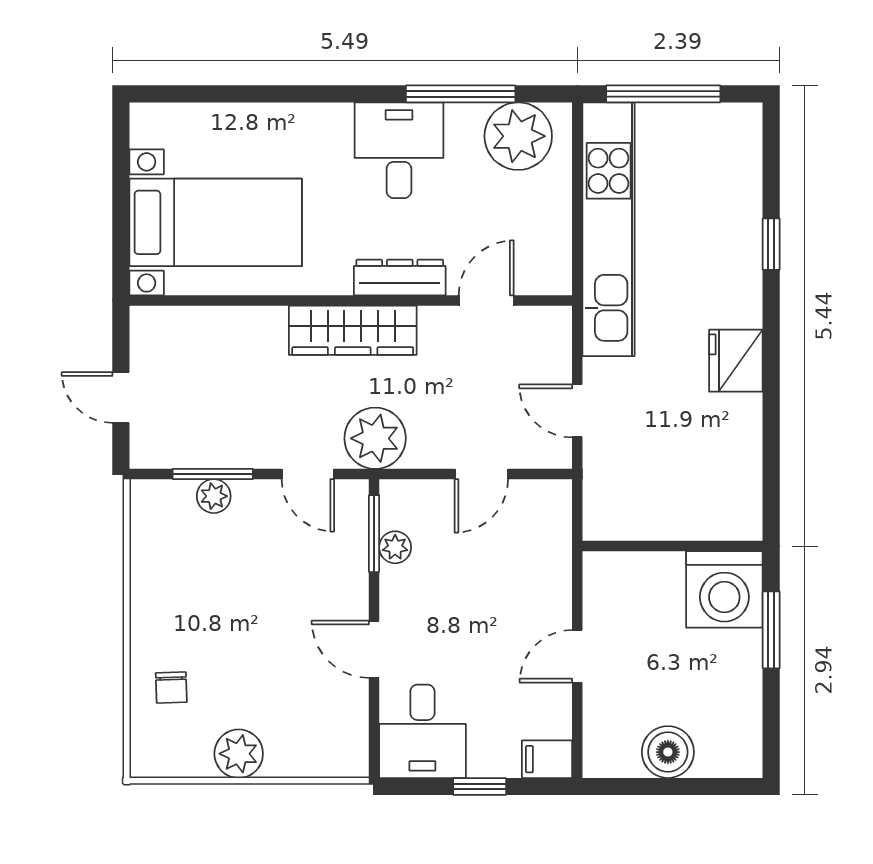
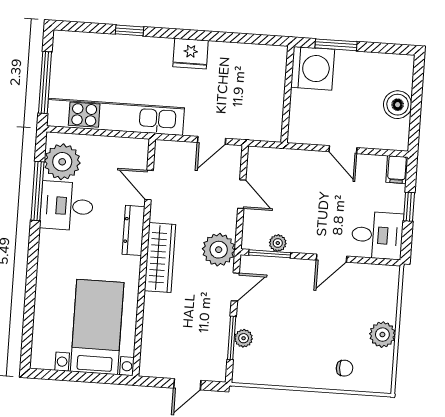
desk: (399, 150) -> (67, 206), moved

